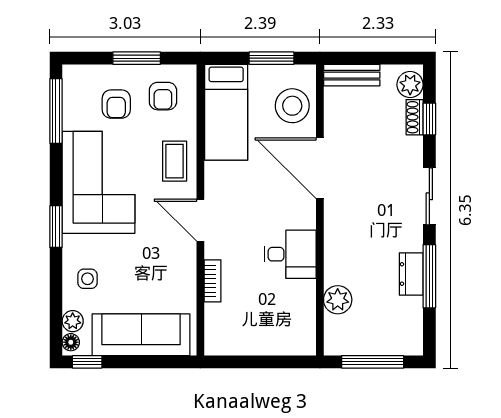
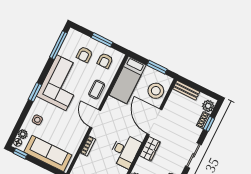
wardrobe: (337, 226) -> (150, 149), added
desk: (290, 254) -> (125, 151), width x1.37

